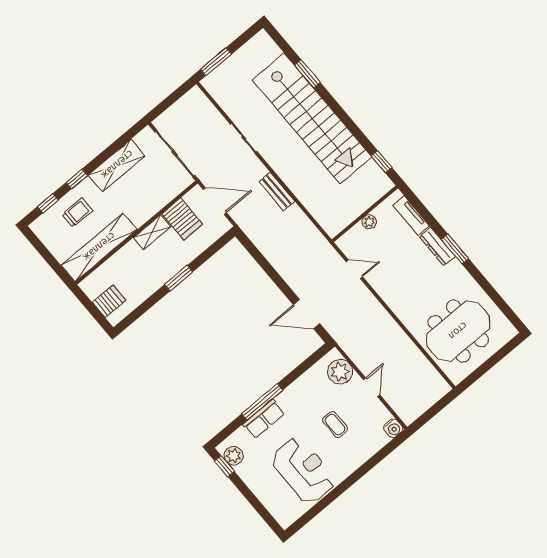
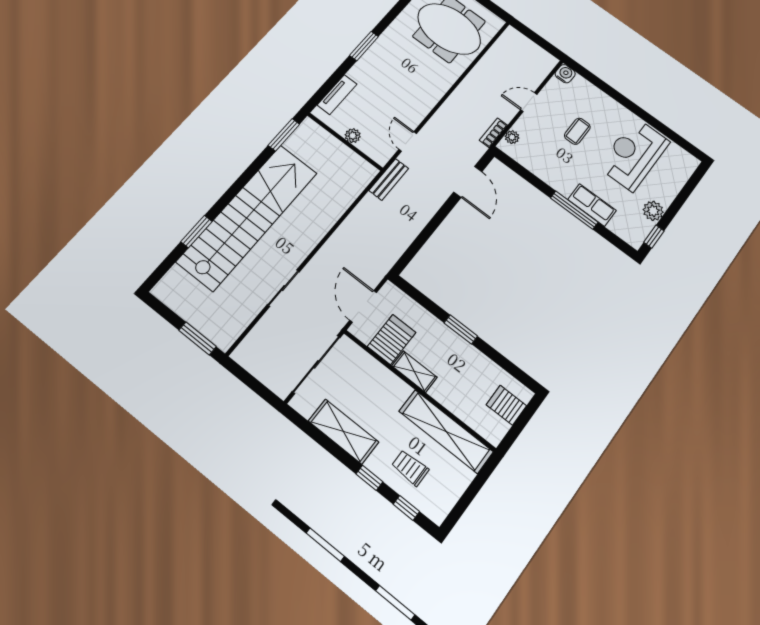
window: (381, 162) -> (284, 135), width x1.50
bench: (277, 191) -> (389, 179), moved
dresser: (437, 246) -> (365, 63), removed
bookcase: (348, 348) -> (493, 133), added
plant: (340, 372) -> (512, 137), width x0.53, depth x0.53
plant: (234, 456) -> (653, 211), moved

